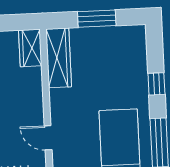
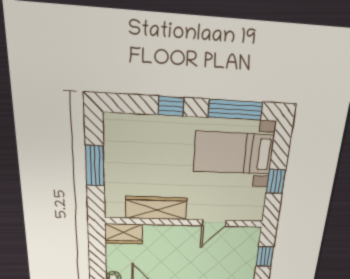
wardrobe: (59, 58) -> (156, 208), moved

